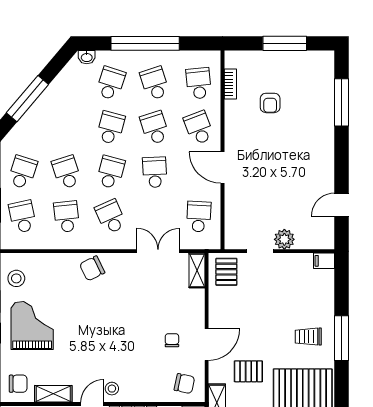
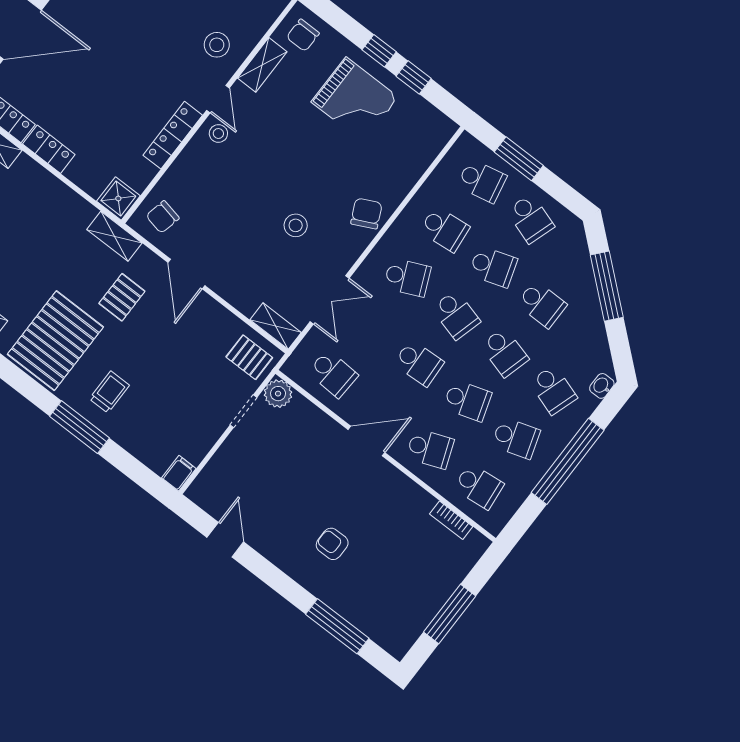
armchair: (270, 103) -> (332, 544), moved
school desk: (67, 128) -> (542, 304), added
plant: (284, 239) -> (278, 394), moved
stool: (16, 278) -> (296, 225), moved
chair: (172, 340) -> (220, 240), removed

